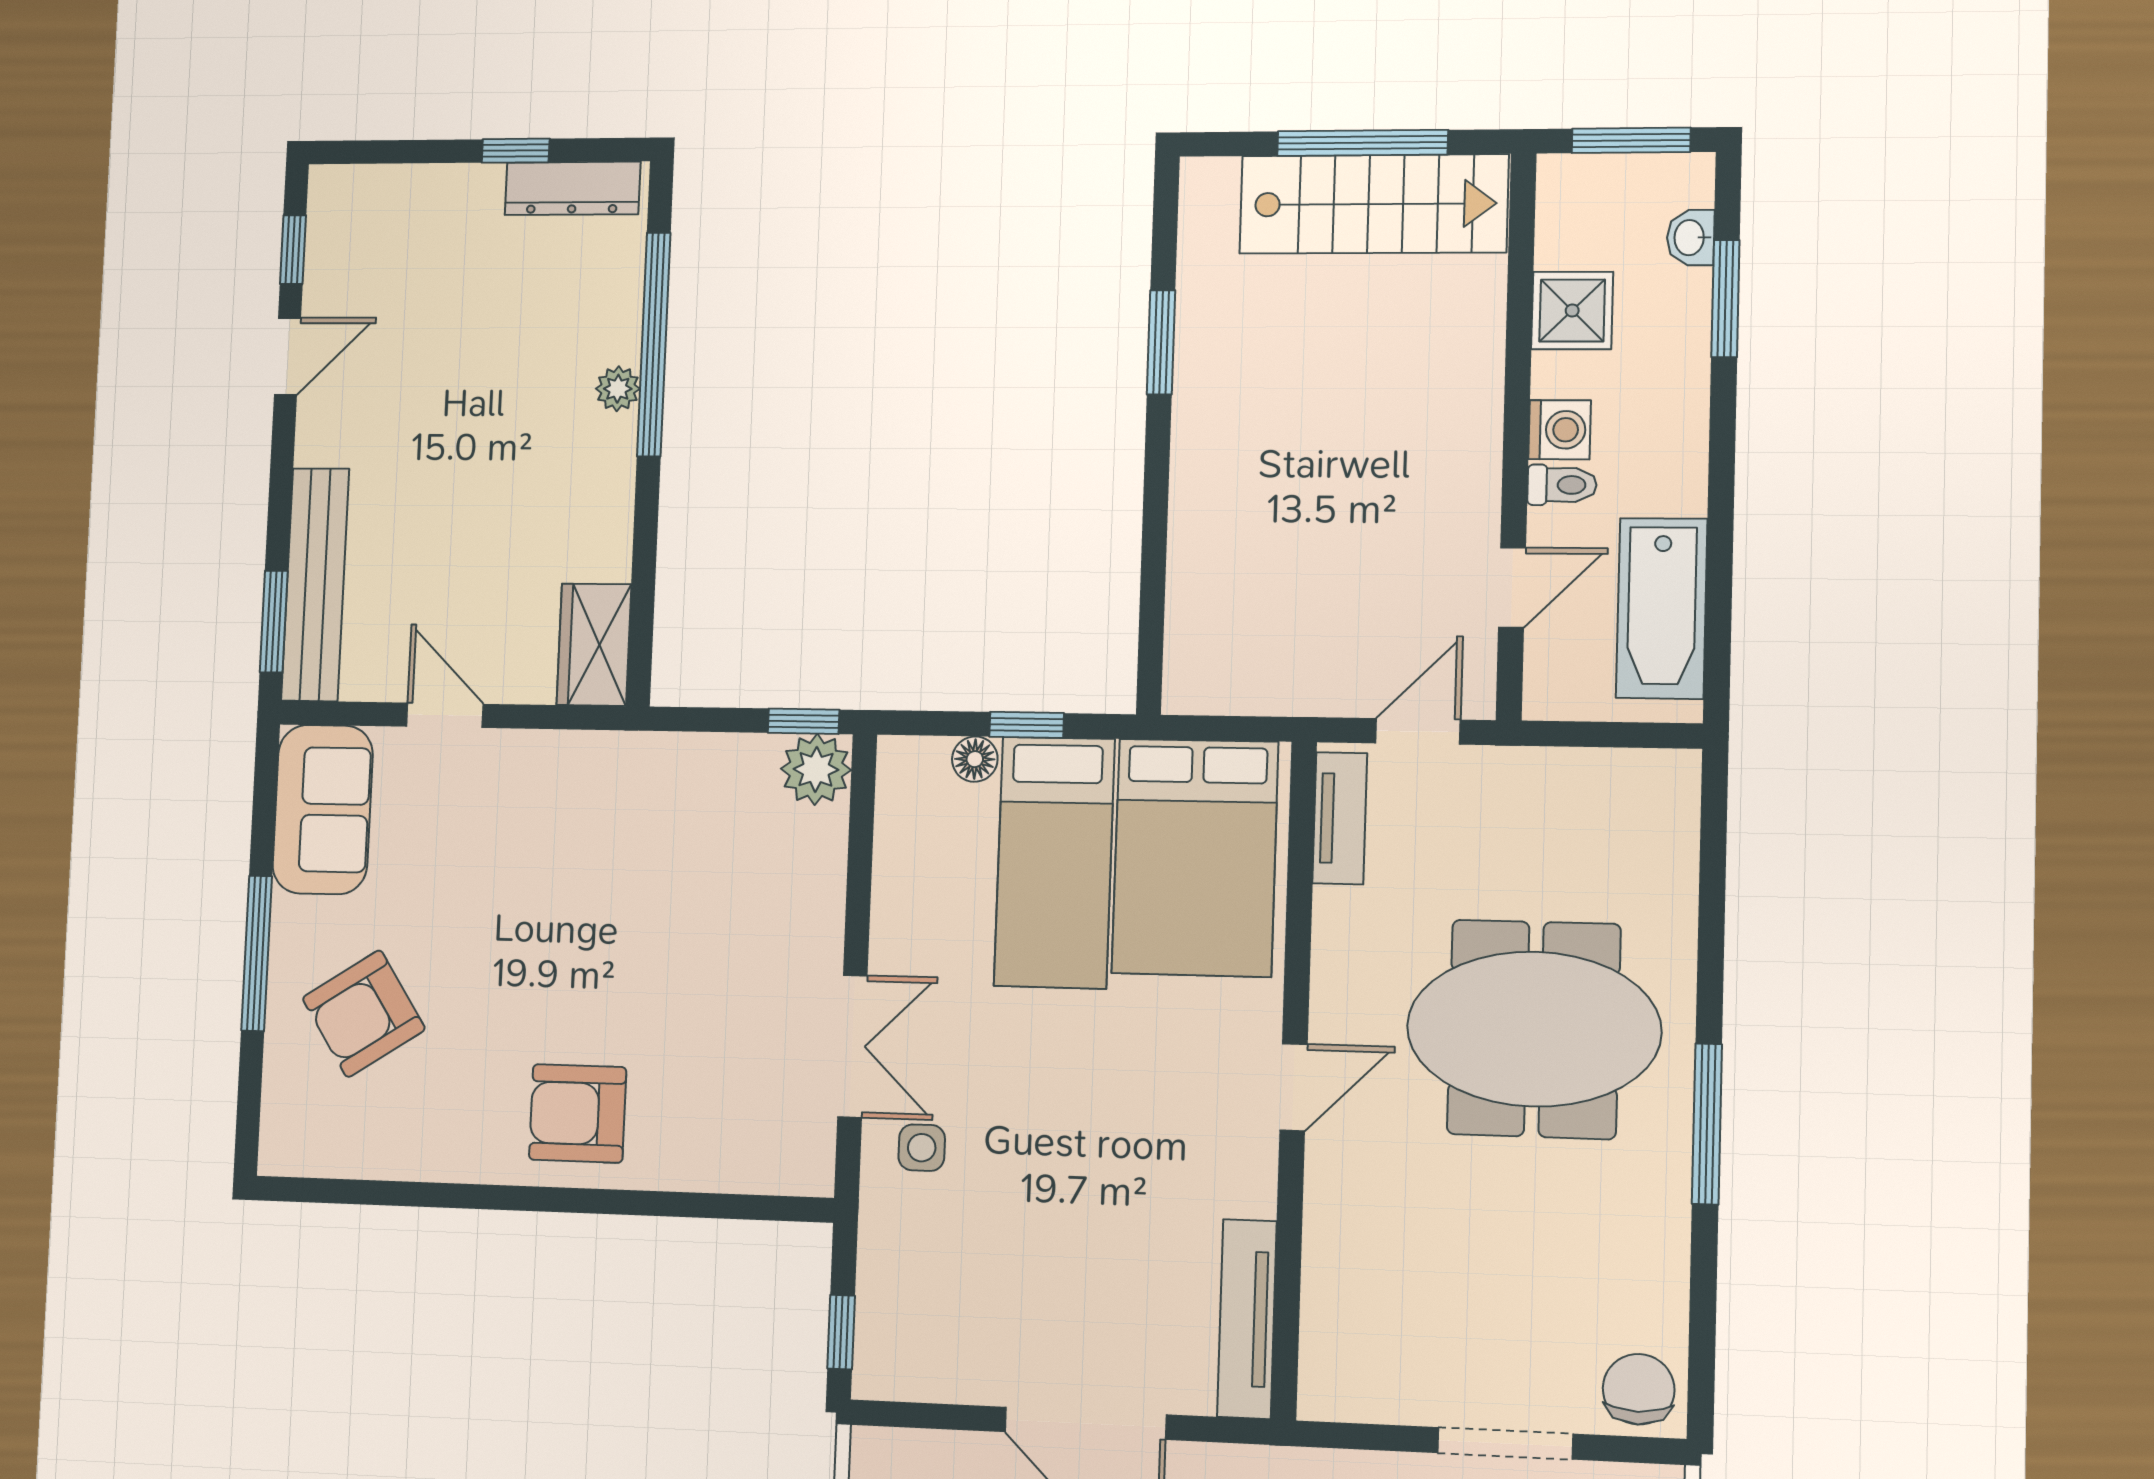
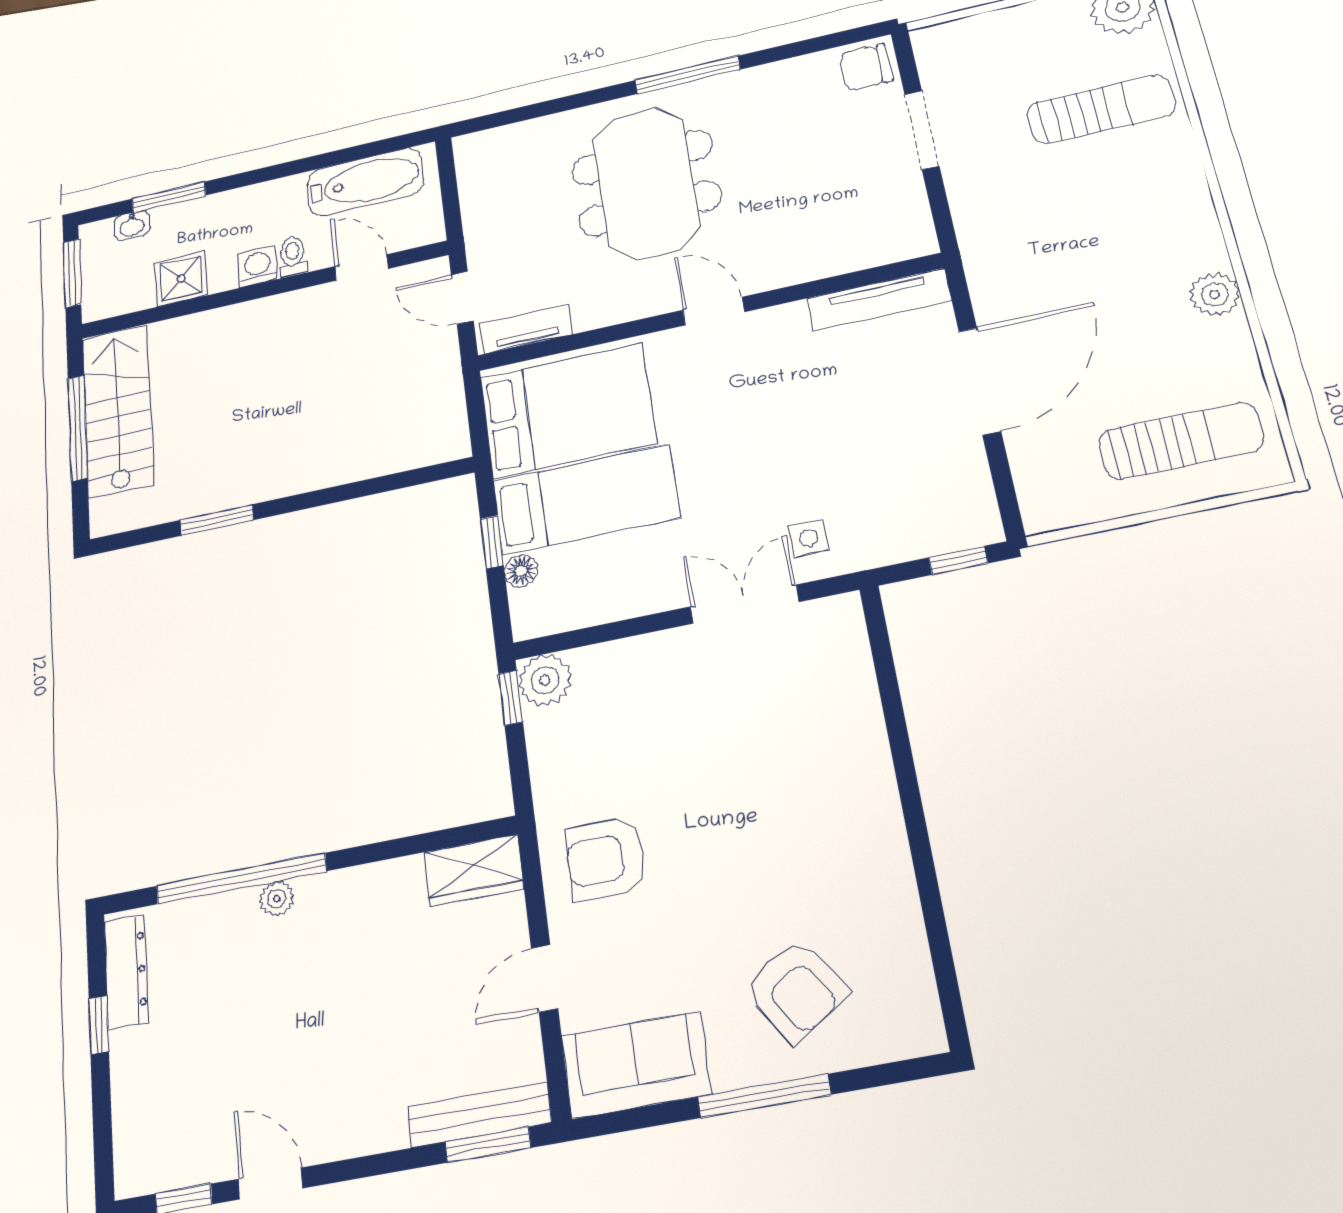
bench: (315, 584) -> (479, 1115), width x0.73, depth x0.82
armchair: (578, 1113) -> (606, 859), moved, turned 90

